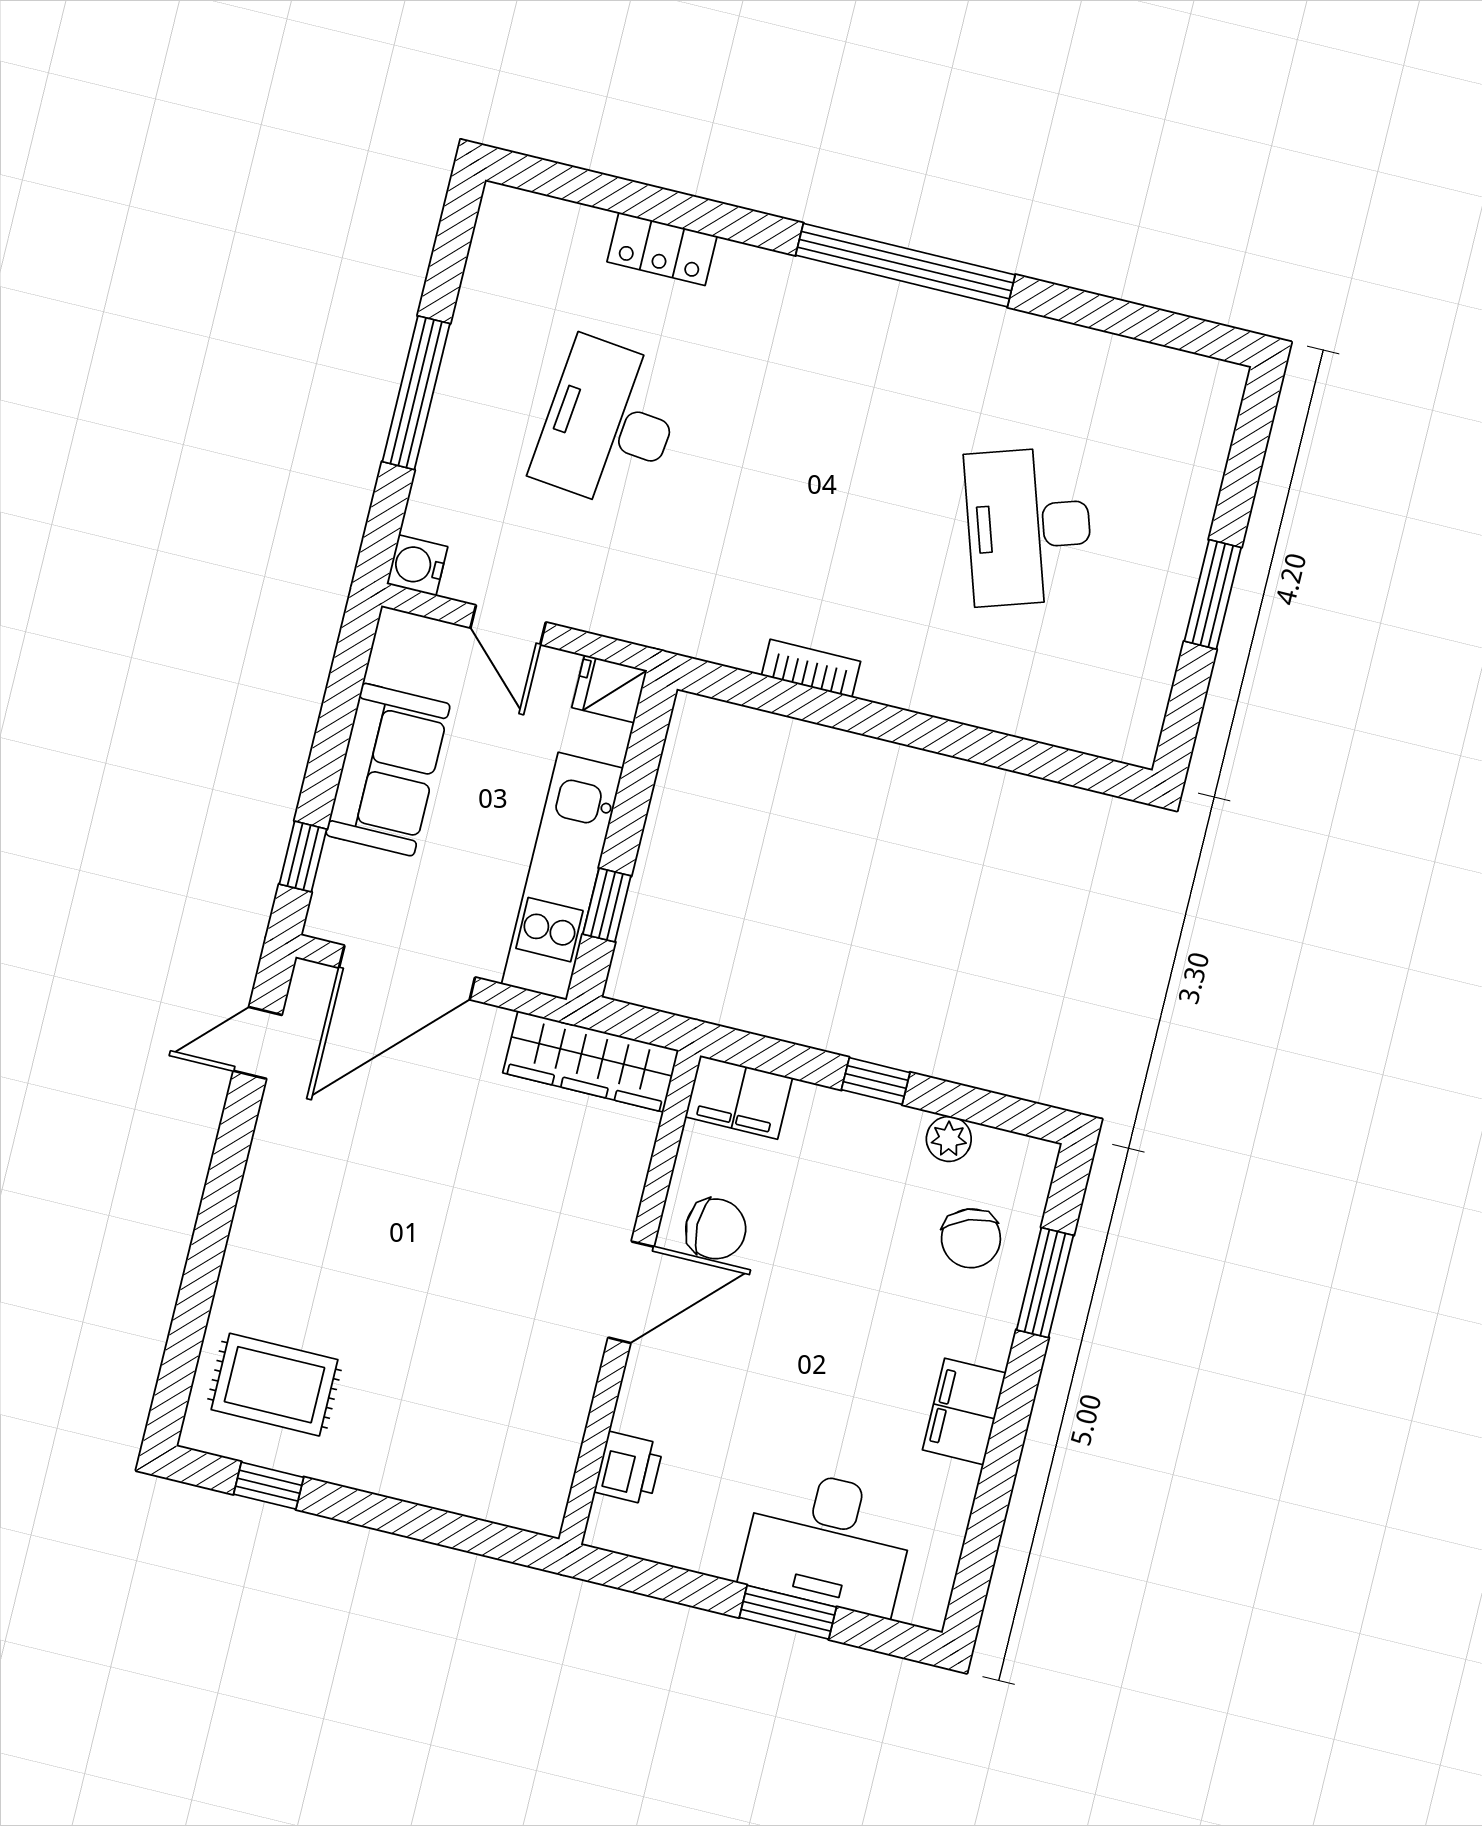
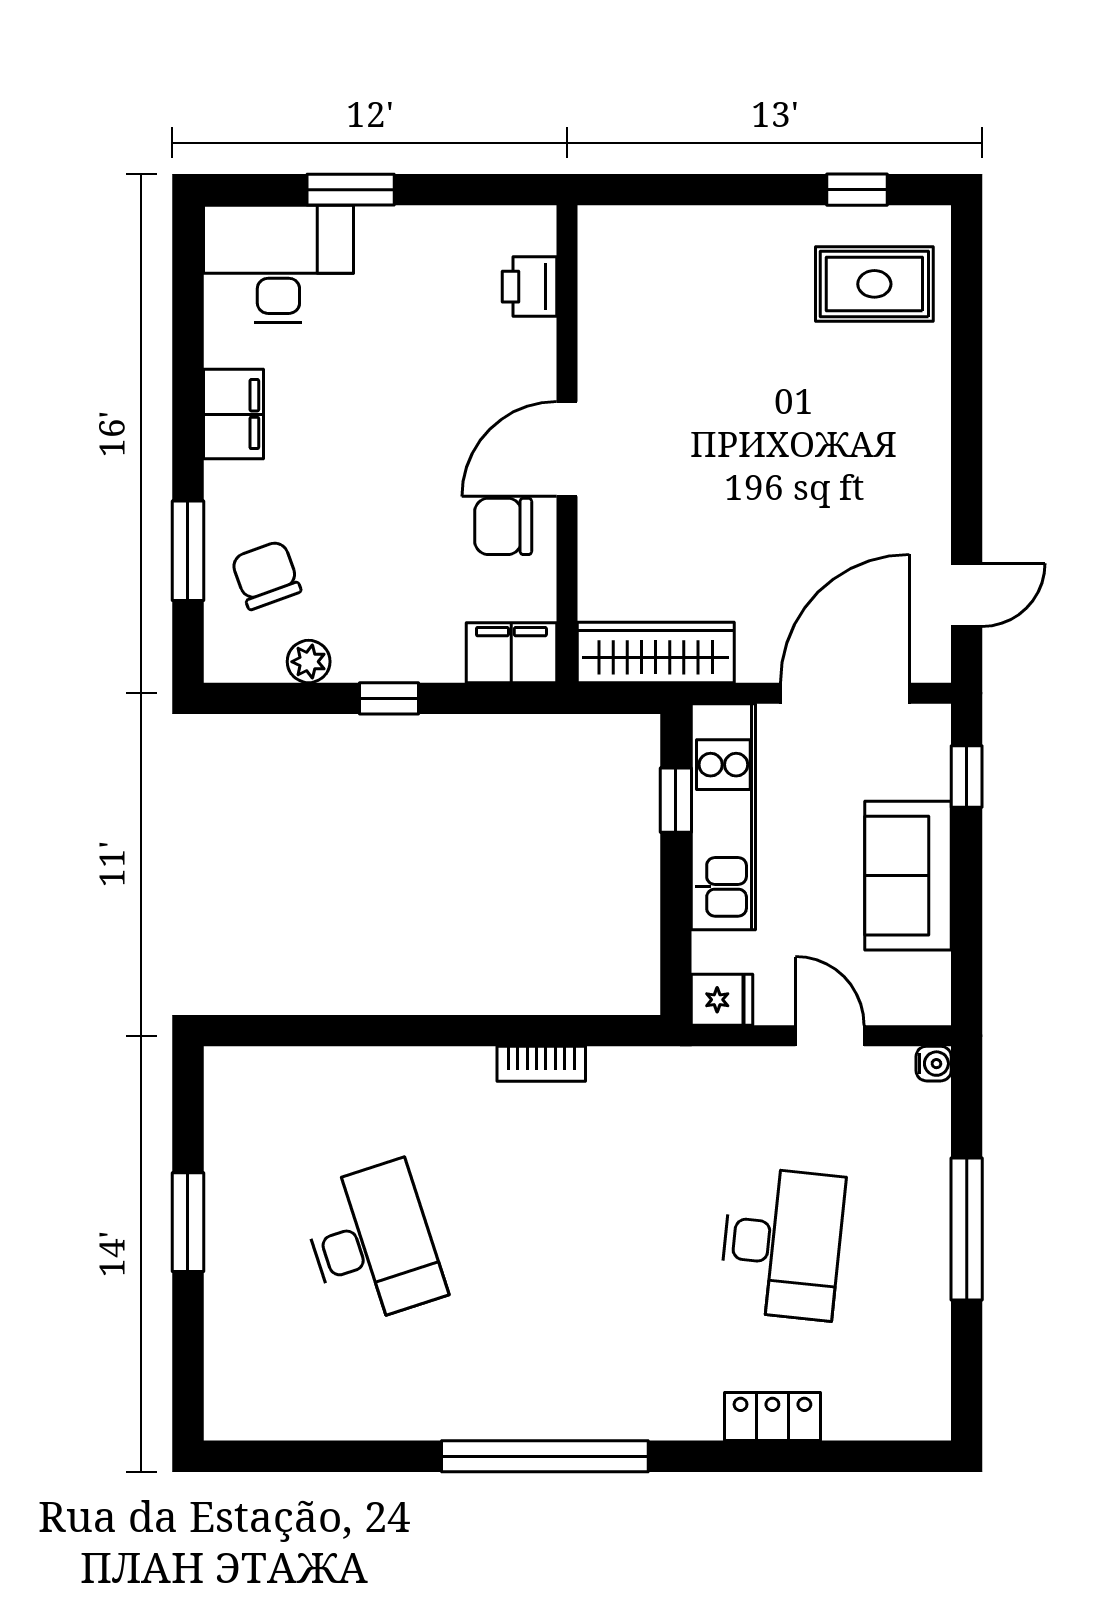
water cooler: (417, 565) -> (934, 1064), width x0.72, depth x0.72
desk: (828, 1541) -> (278, 264), moved

